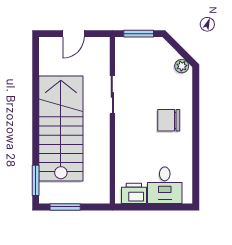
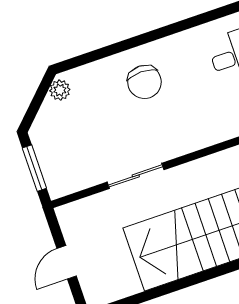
door: (73, 34) -> (67, 262), swing flipped

